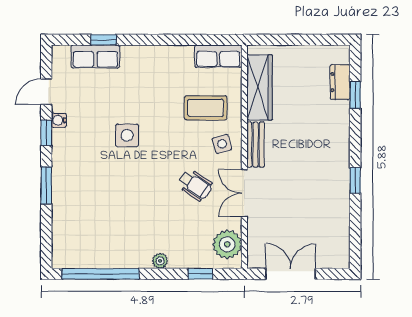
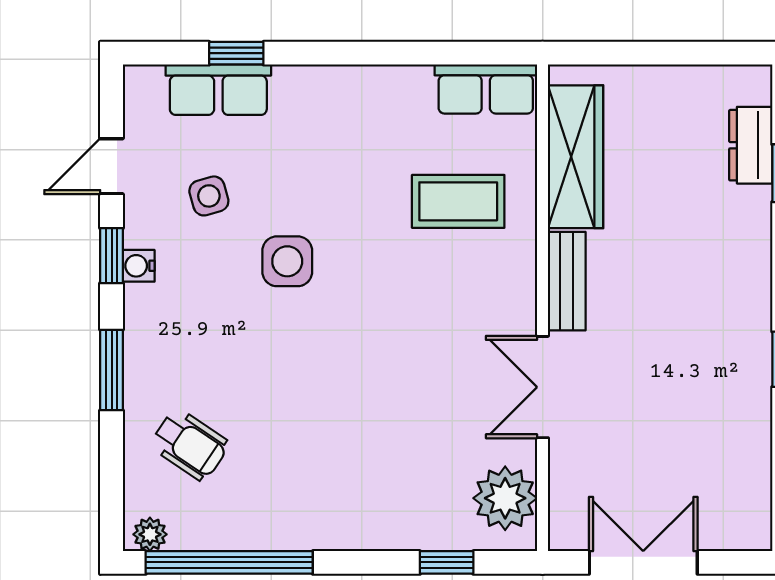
water cooler: (59, 120) -> (139, 266), moved
side table: (222, 144) -> (209, 196), moved
wheelchair: (195, 185) -> (190, 445), moved
plant: (160, 261) -> (150, 534), moved

